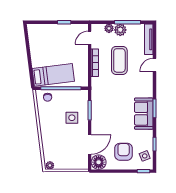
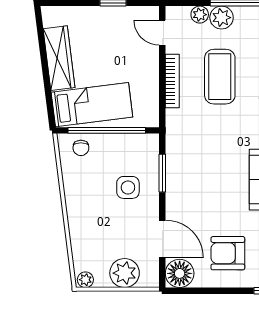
door: (90, 38) -> (162, 33), hinge flipped
wardrobe: (36, 51) -> (59, 58), added
door: (90, 144) -> (162, 239), hinge flipped
armchair: (124, 152) -> (228, 253), turned -90
plant: (70, 162) -> (125, 273), added

